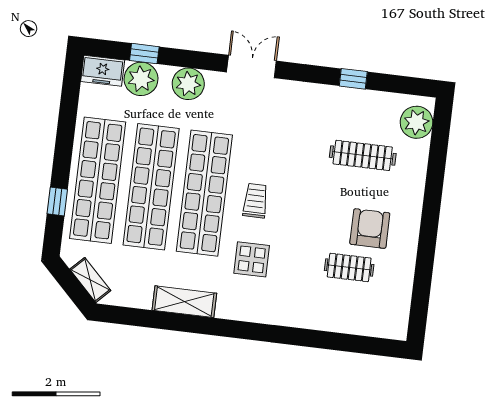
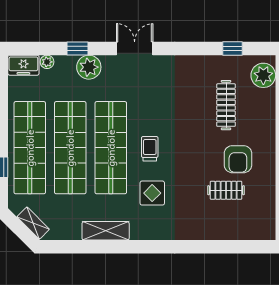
window: (144, 54) -> (78, 49), moved
plant: (141, 79) -> (47, 62), width x0.53, depth x0.53
window: (353, 79) -> (233, 49), moved
clothes rail: (363, 155) -> (226, 105), turned 90
armchair: (370, 229) -> (238, 159), turned 180

